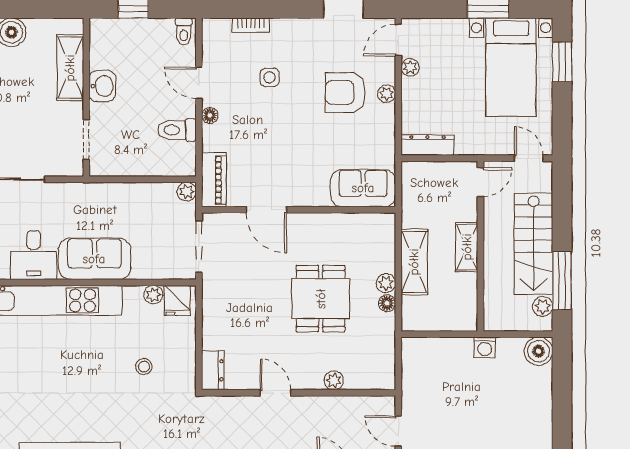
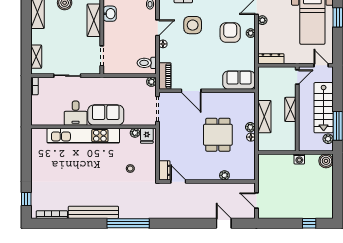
side table: (270, 77) -> (193, 25), width x1.87, depth x1.87
door: (199, 83) -> (158, 28), swing flipped
washbasin: (102, 86) -> (110, 14), moved
armchair: (345, 92) -> (230, 33), turned 90
toilet: (177, 130) -> (147, 63), moved
door: (275, 393) -> (178, 182), moved

